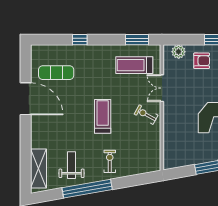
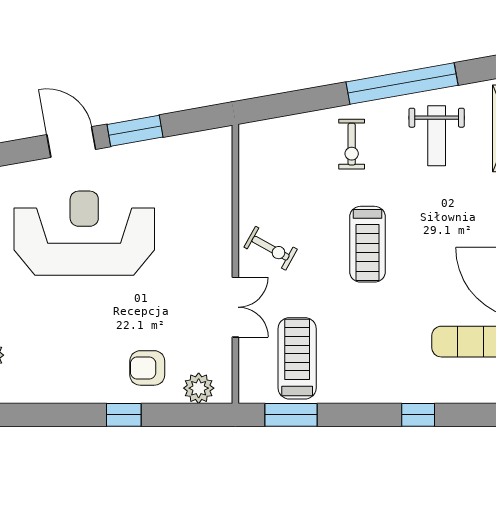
treadmill: (134, 65) -> (297, 358), turned -90

